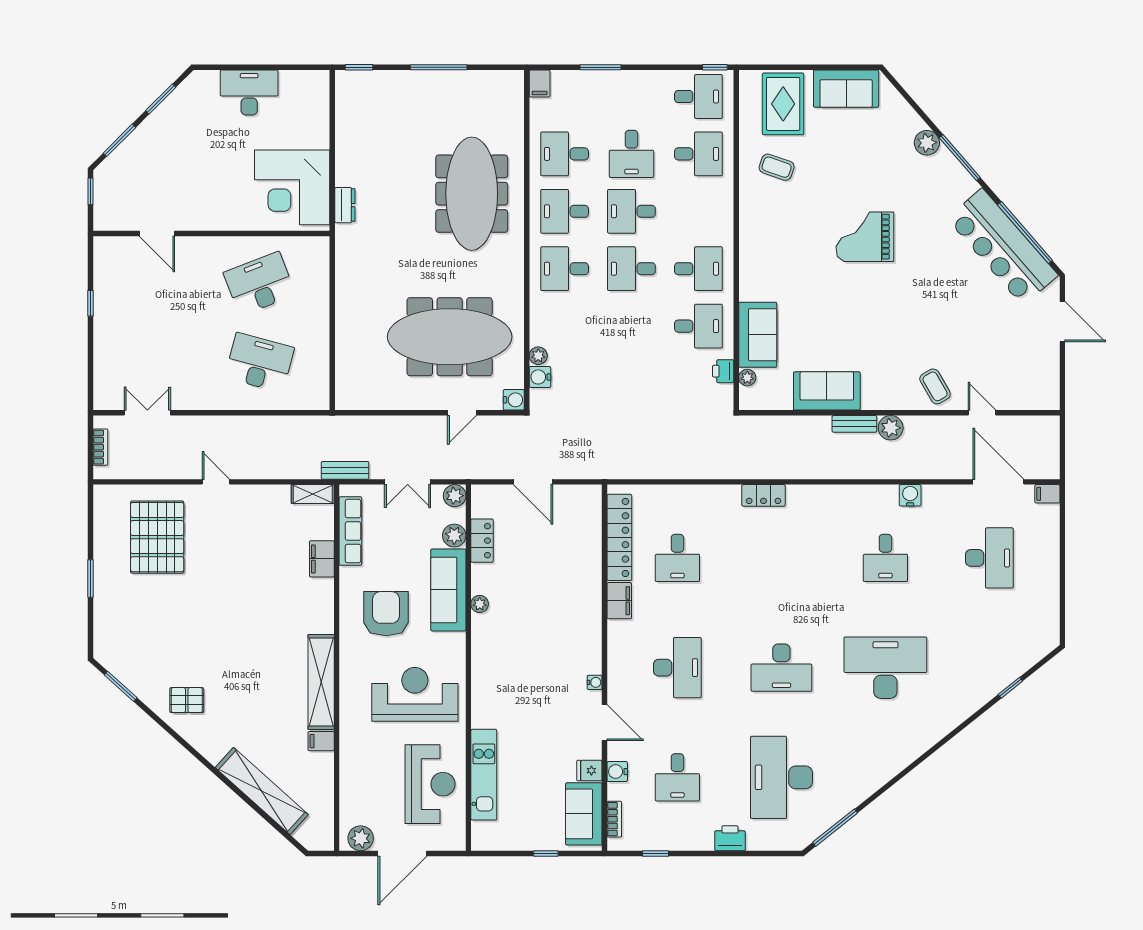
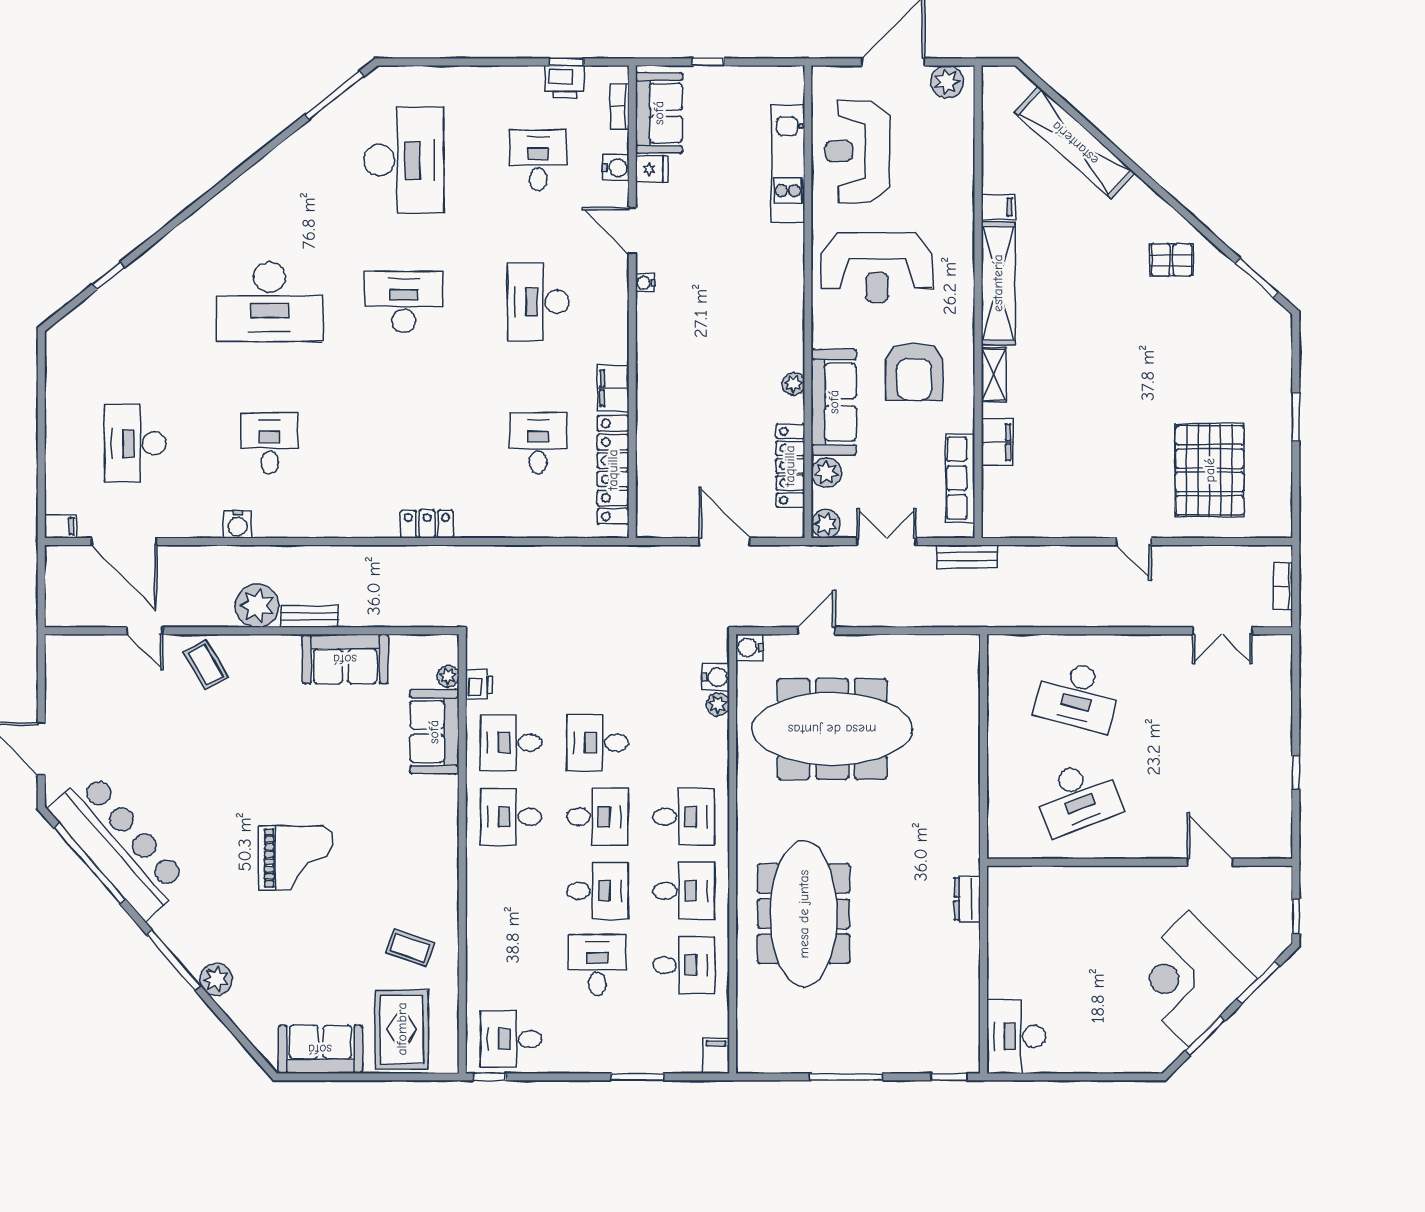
desk: (249, 92) -> (1016, 1036), moved, turned 90
desk: (698, 154) -> (597, 743), moved
corner desk: (292, 187) -> (1189, 979), moved, turned -135
plant: (891, 428) -> (257, 606), width x1.36, depth x1.36
shelving: (313, 494) -> (994, 375), moved, turned 90
locker: (482, 541) -> (790, 466), width x1.53
printer: (730, 838) -> (564, 82), moved

